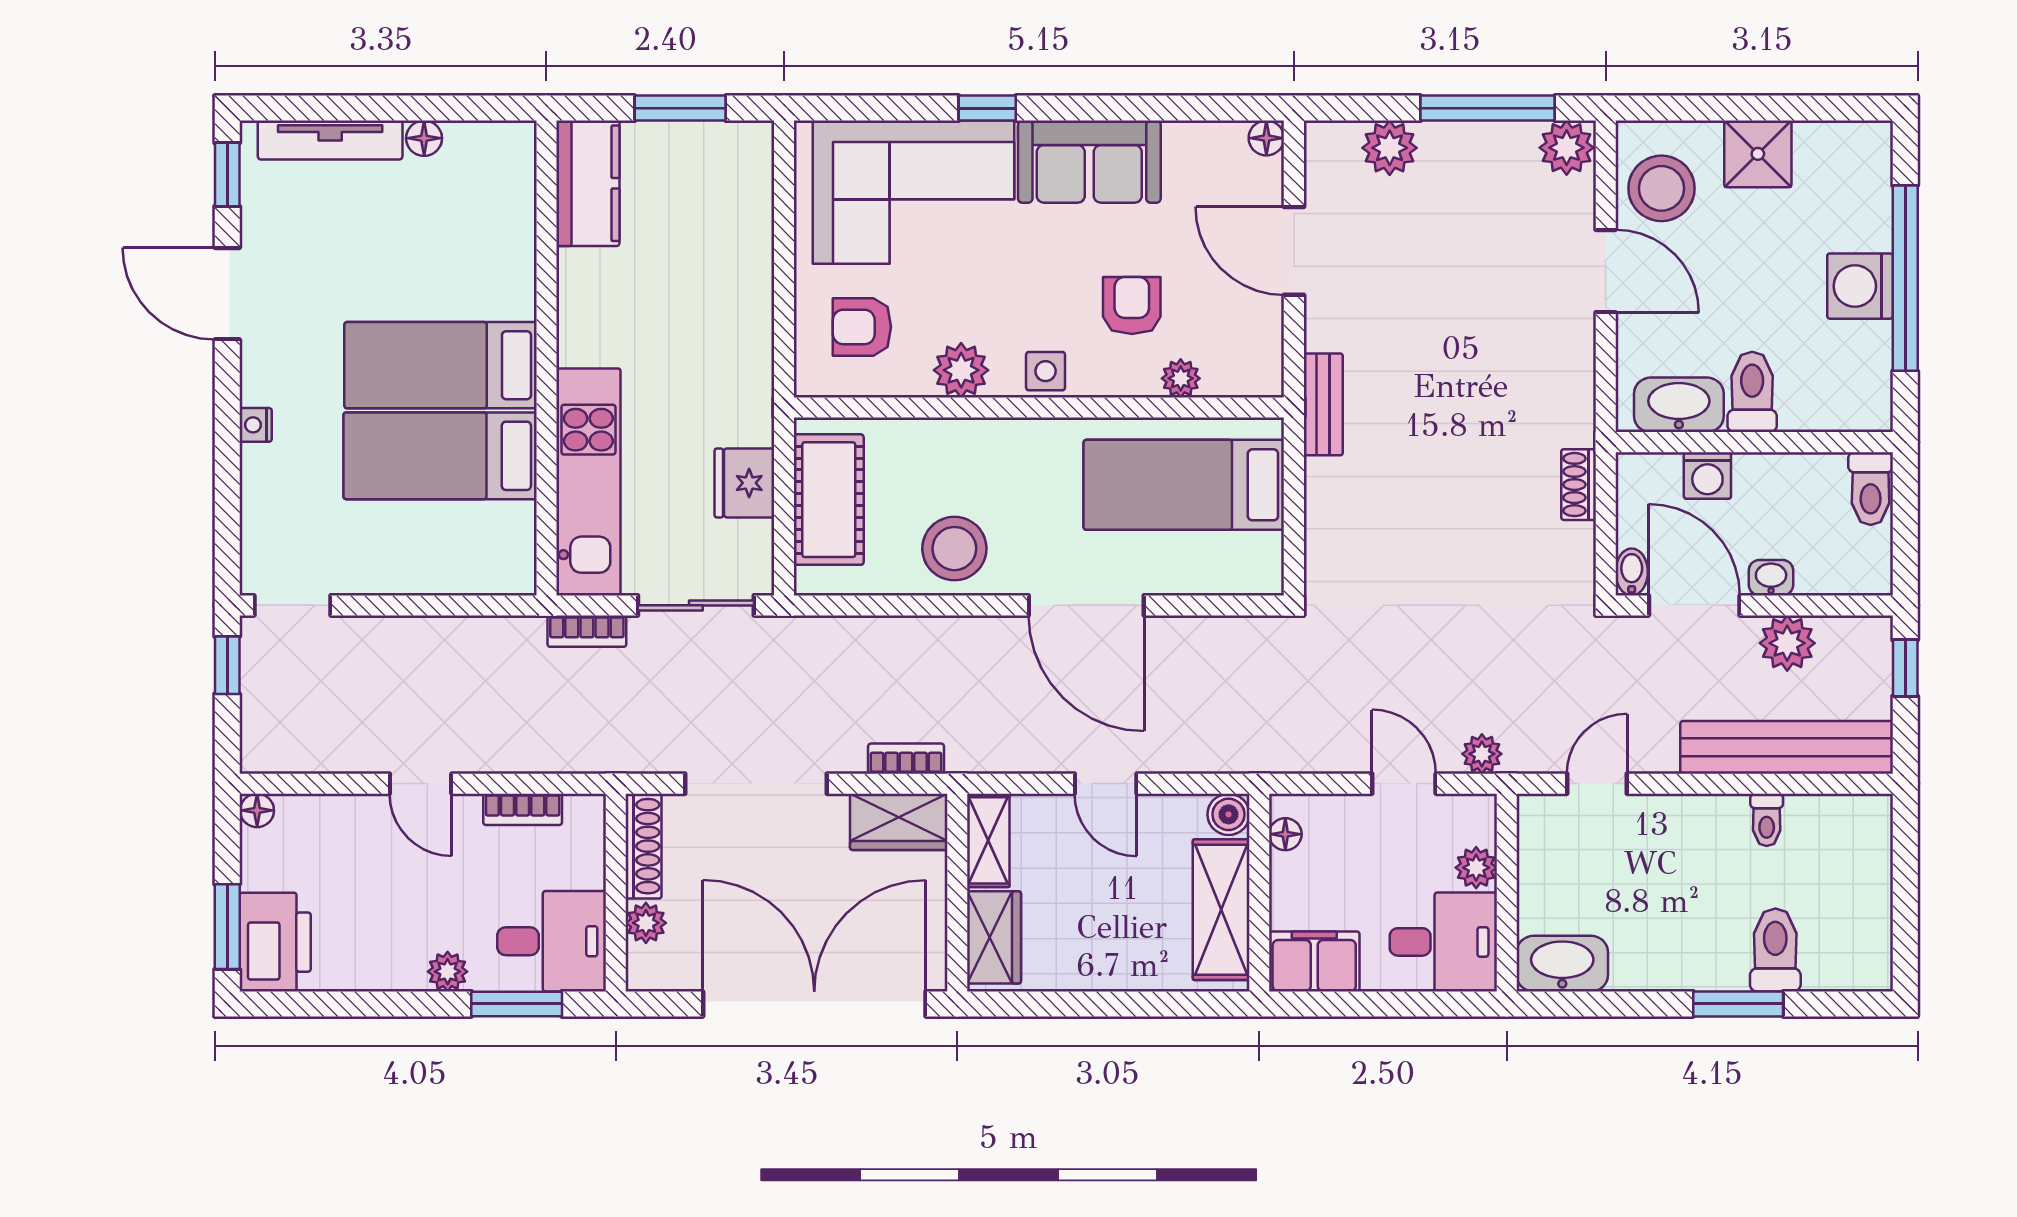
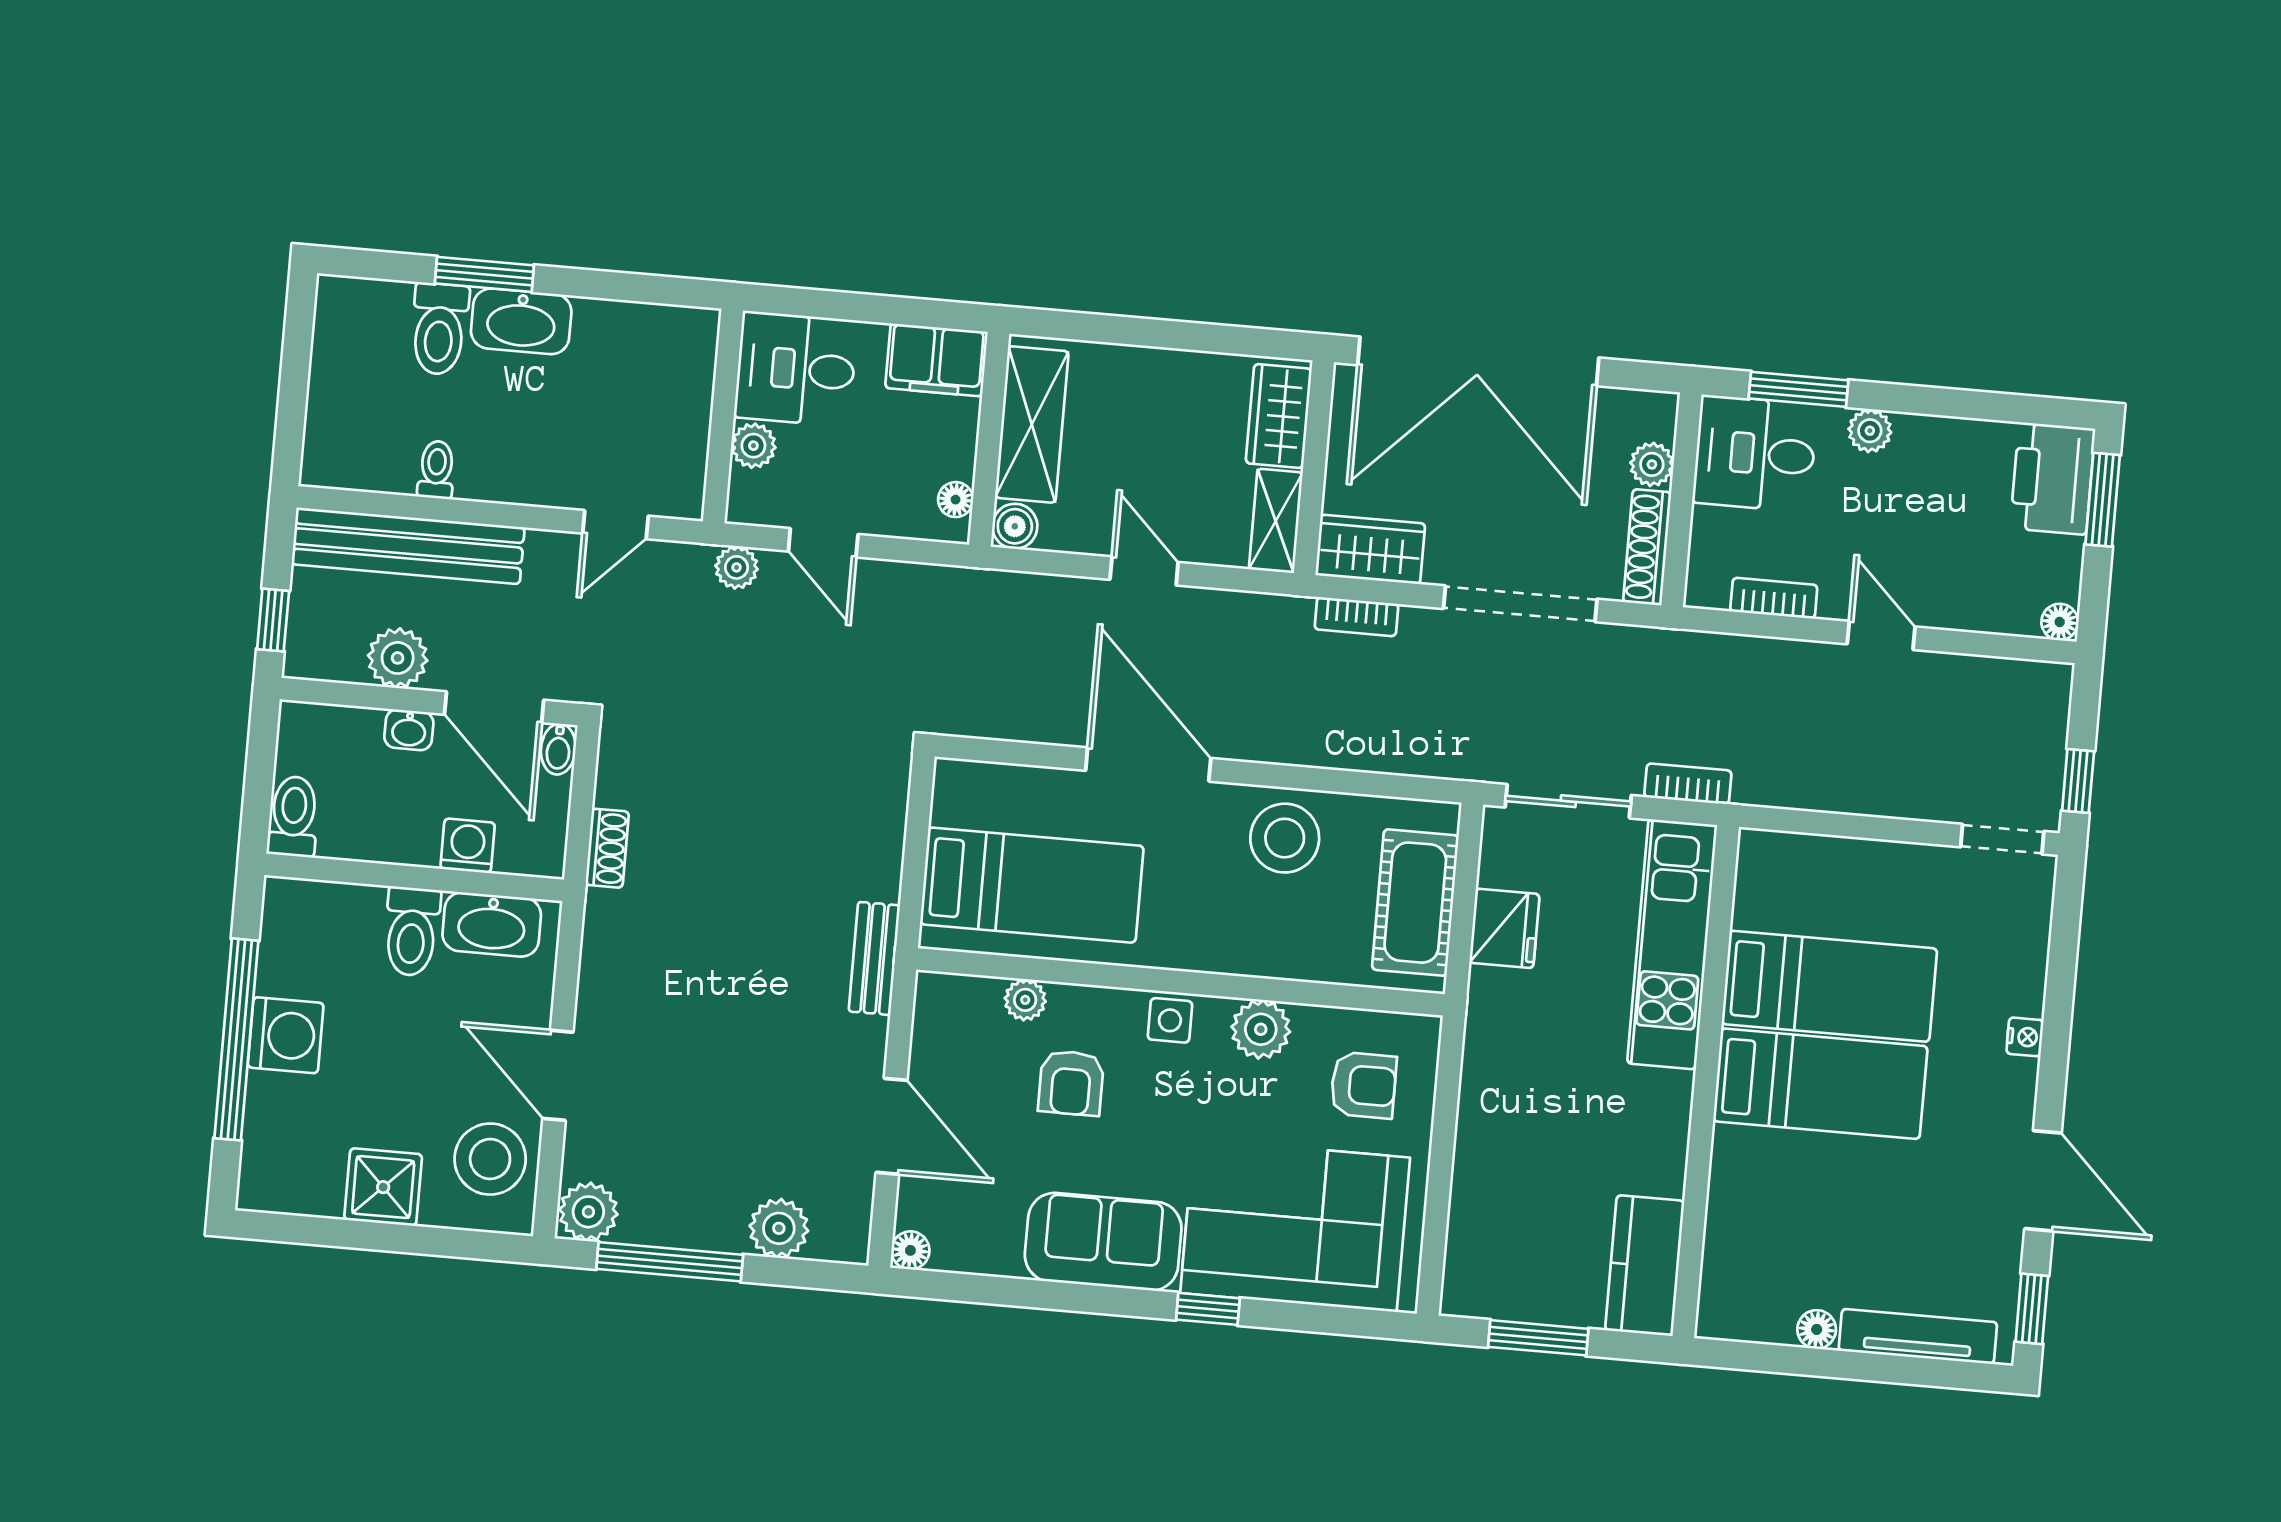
washbasin: (1562, 964) -> (521, 321), moved

